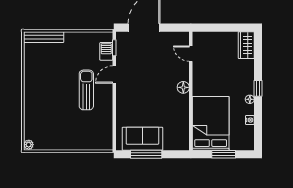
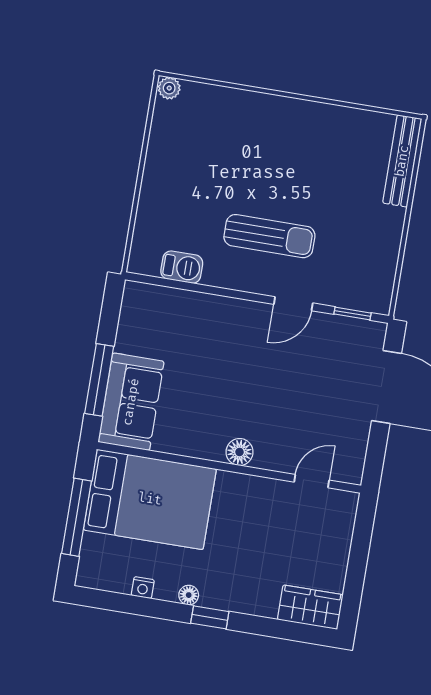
barbecue: (106, 51) -> (182, 267), moved
door: (114, 75) -> (293, 304), swing flipped
sofa: (142, 139) -> (131, 402), moved
window: (146, 154) -> (99, 380), moved
window: (224, 154) -> (76, 517), width x1.44

